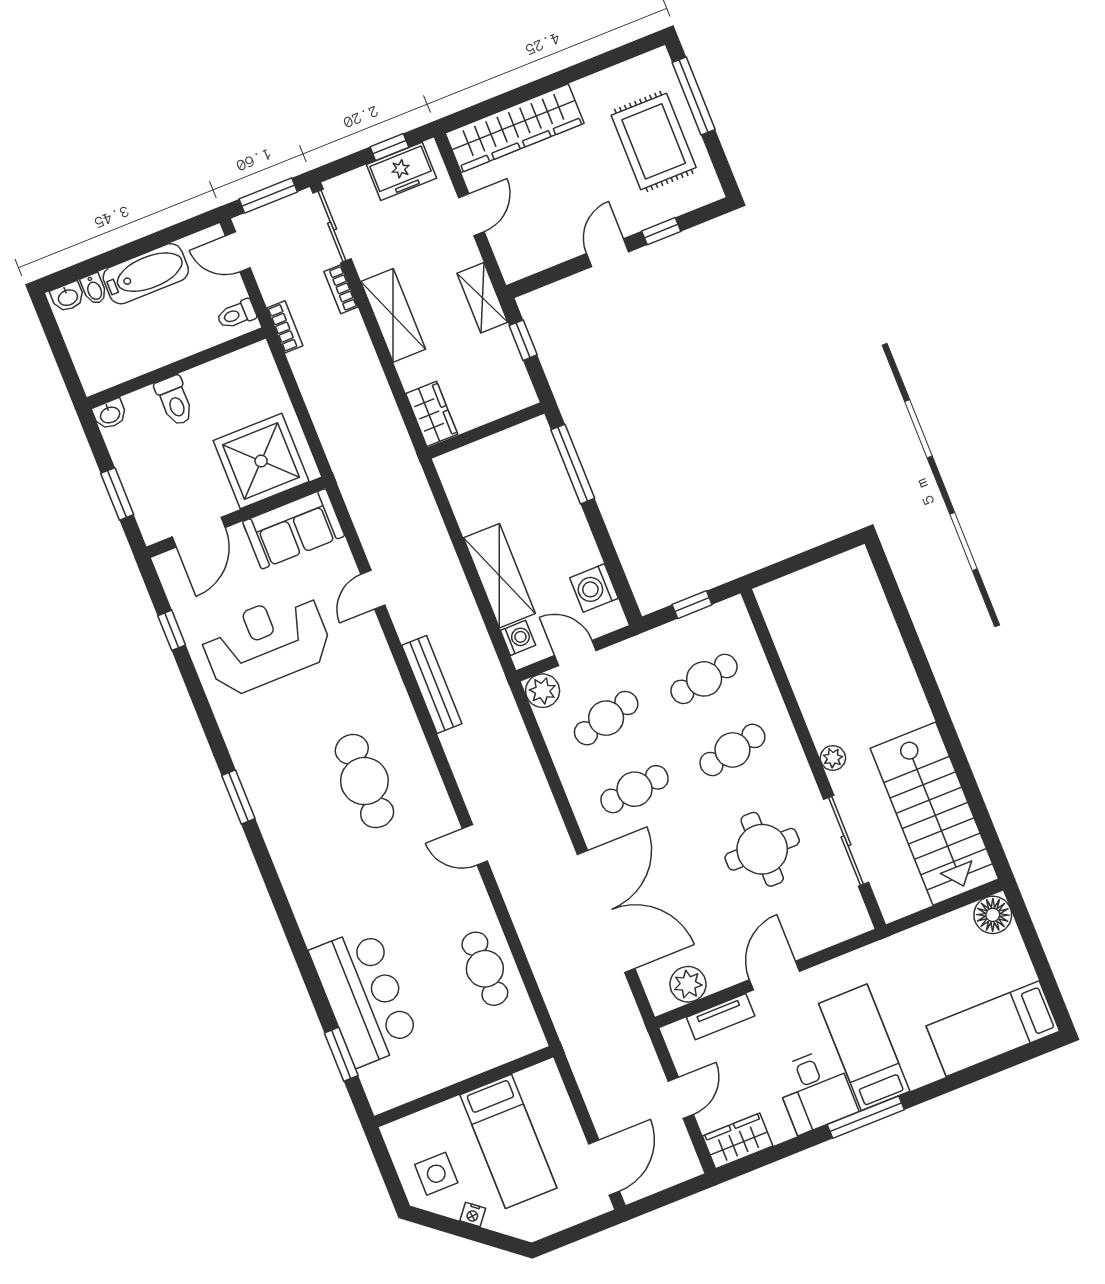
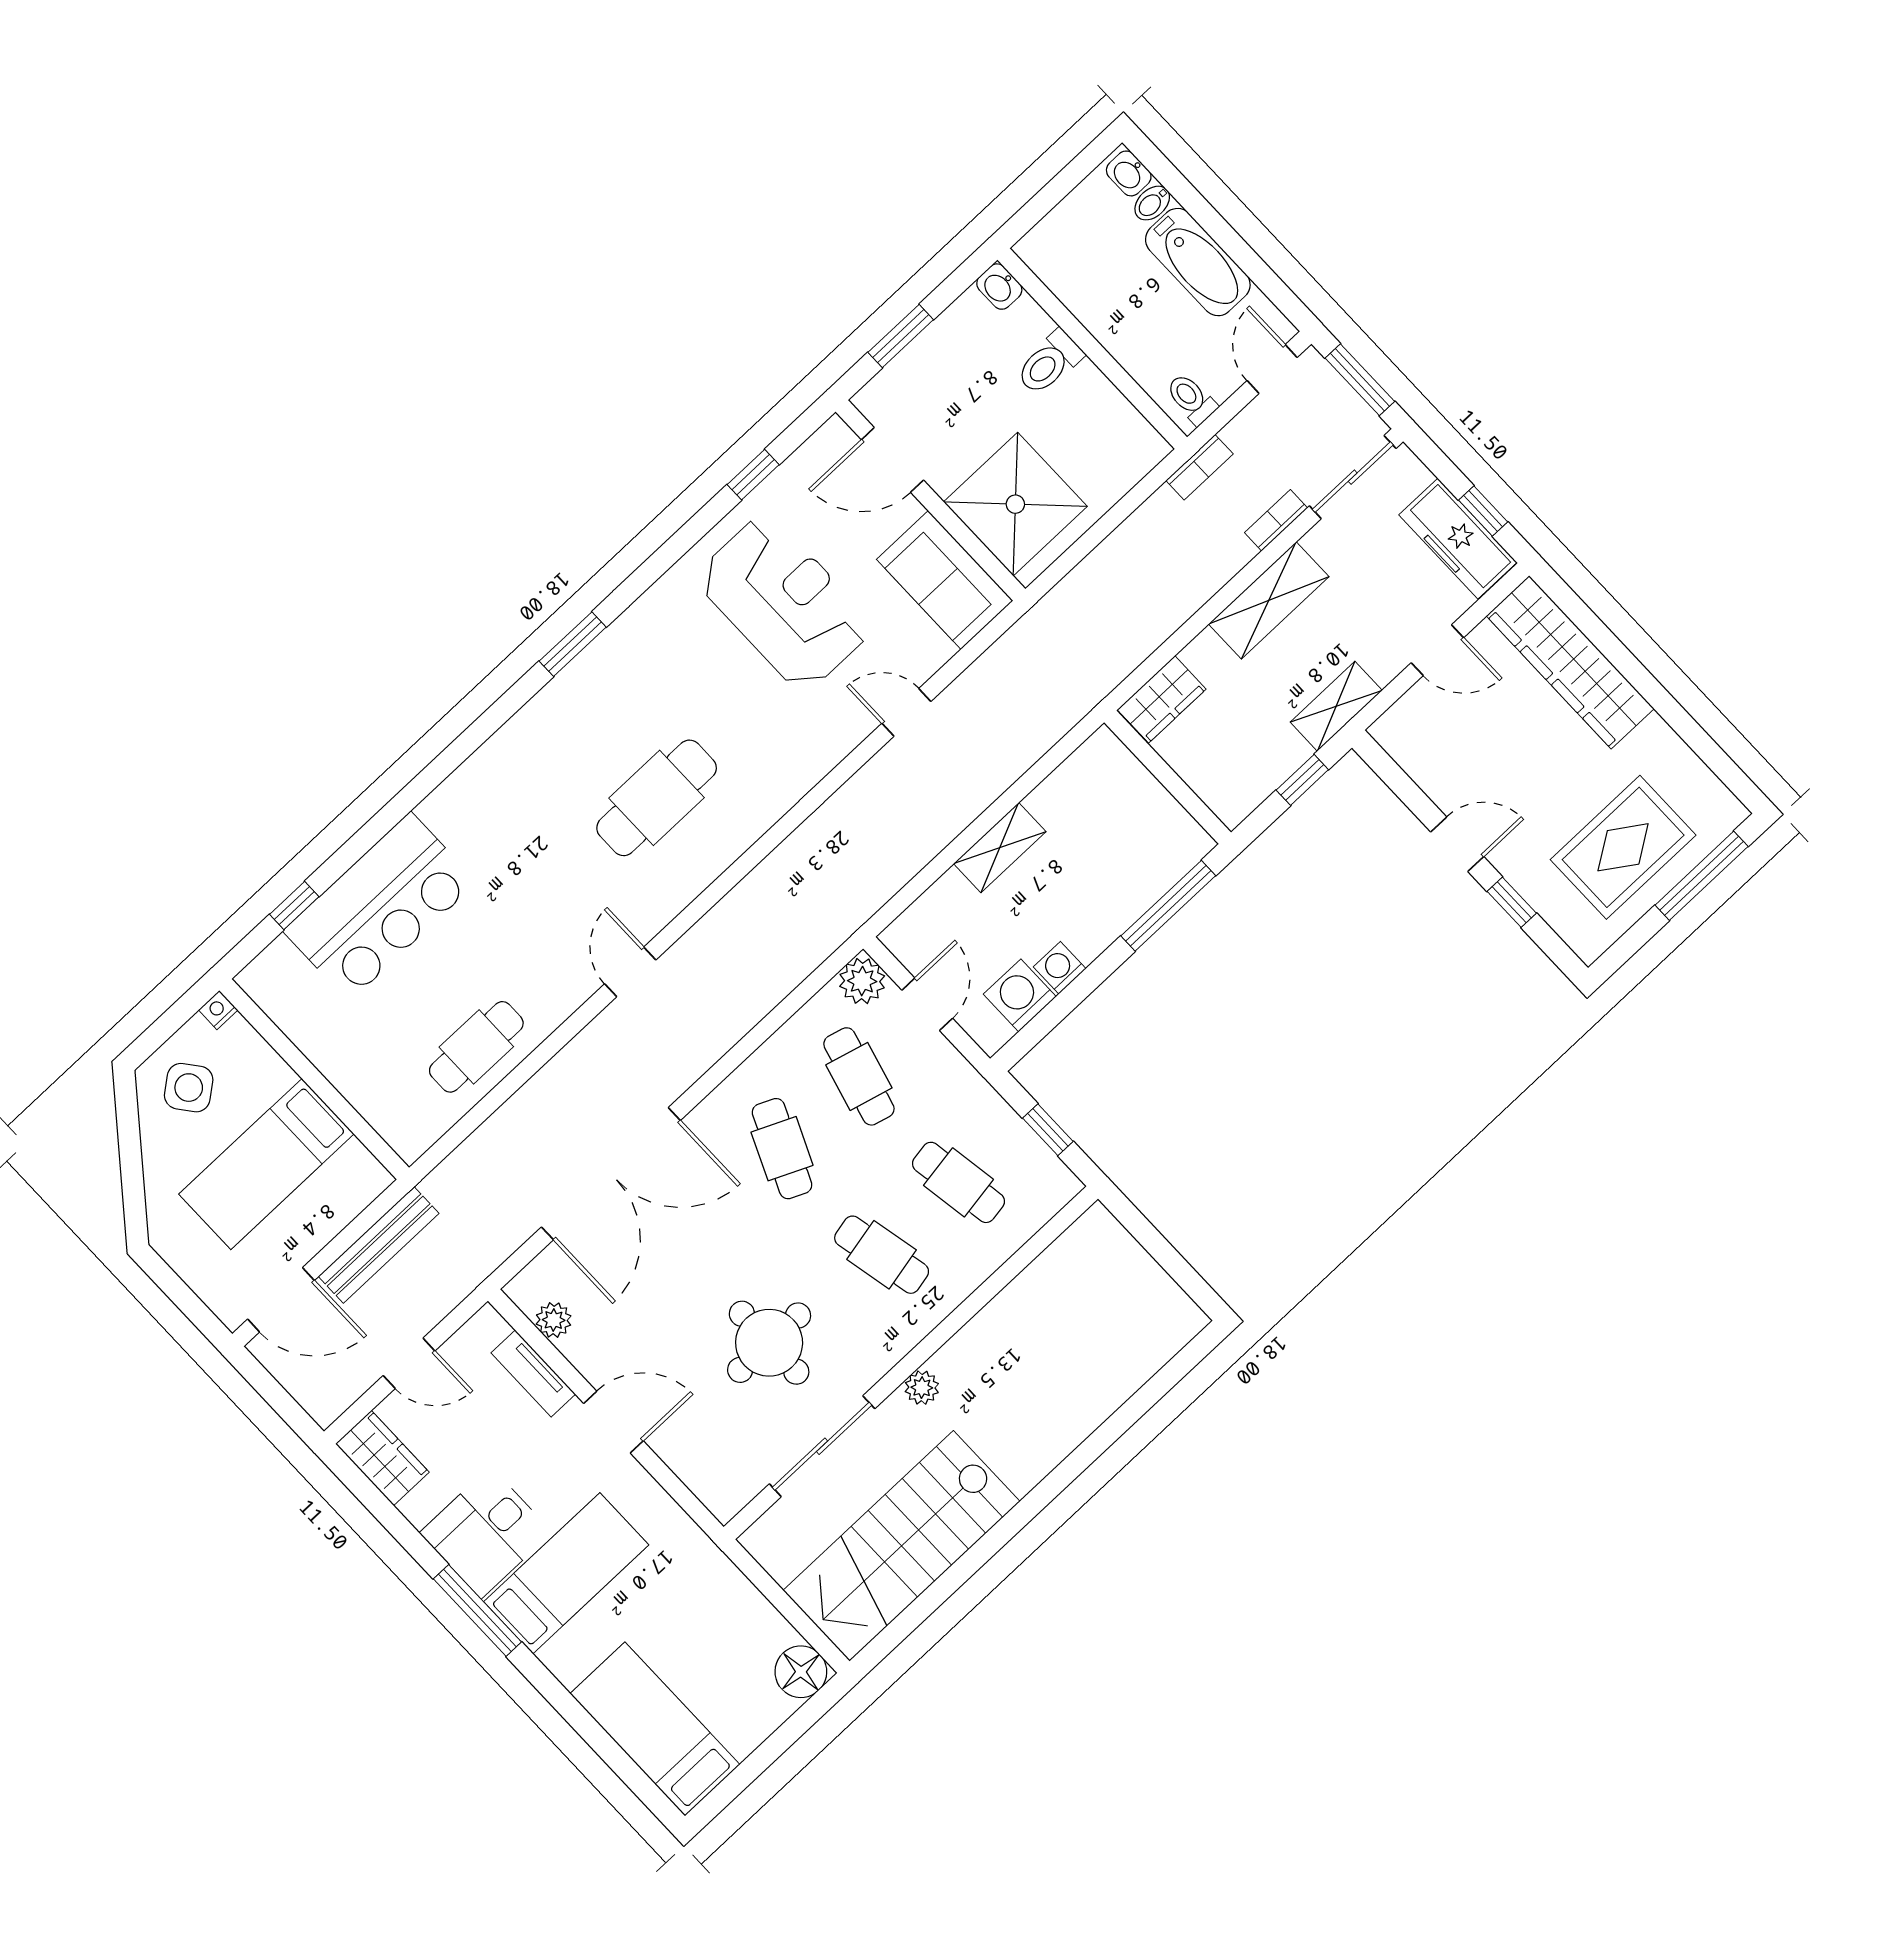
freezer: (401, 171) -> (1458, 539), width x1.40
shelving: (499, 576) -> (1000, 848), width x0.67, depth x0.75
washing machine: (518, 638) -> (1060, 968), moved, turned 180
bench: (432, 684) -> (379, 1245), moved
cafe table: (606, 718) -> (859, 1076), turned 30
cafe table: (635, 789) -> (782, 1149), turned 30
plant: (688, 984) -> (554, 1320), width x0.73, depth x0.73
window: (341, 1054) -> (294, 906), width x0.67
side table: (436, 1174) -> (189, 1088), turned -38
nightstand: (473, 1214) -> (218, 1010), moved, turned 51

